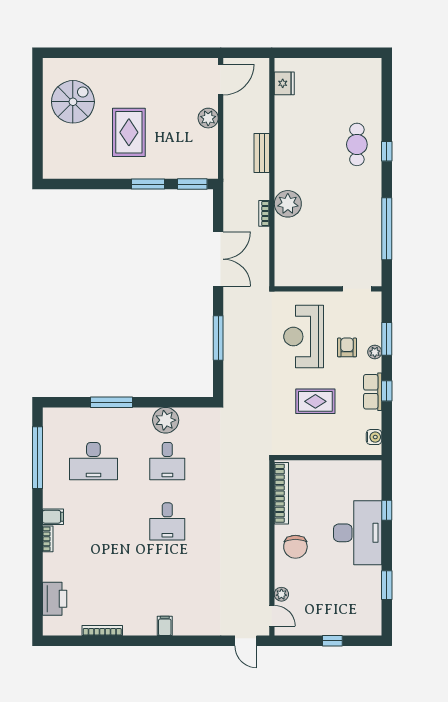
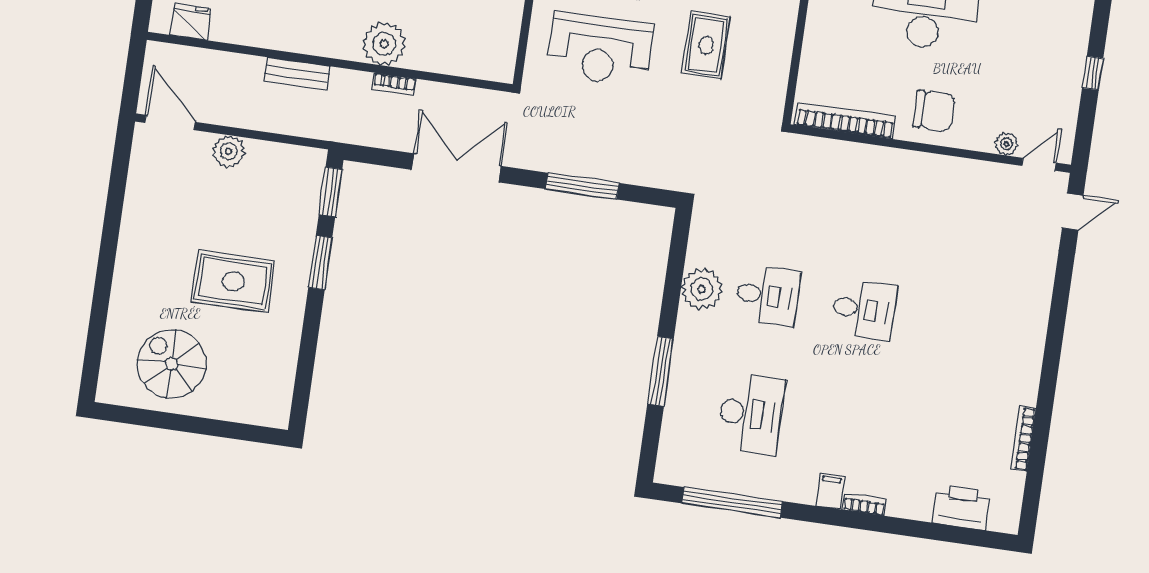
filing cabinet: (165, 626) -> (1030, 338), removed

